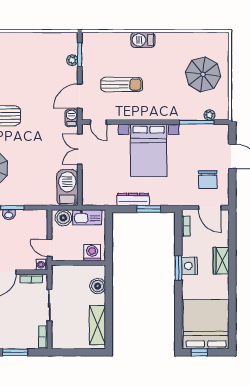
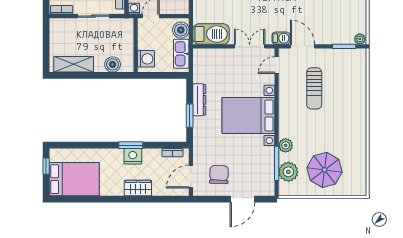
barbecue: (143, 40) -> (359, 110), removed
plant: (72, 60) -> (360, 39), moved
plant: (178, 113) -> (286, 145), added
plant: (210, 115) -> (288, 172), width x1.87, depth x1.87
chair: (208, 180) -> (219, 175), turned 92
bed: (206, 324) -> (74, 179), width x0.73

